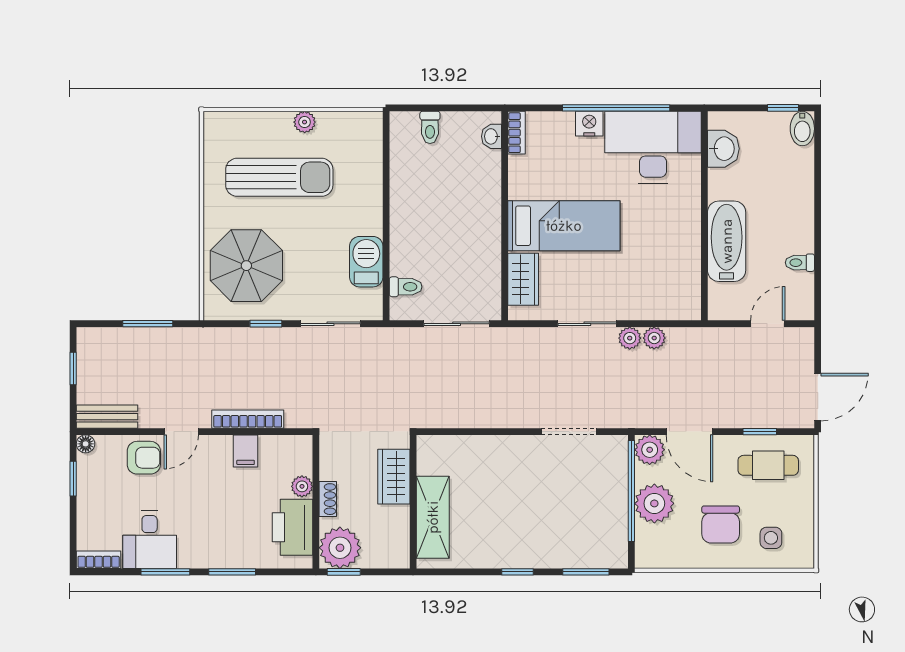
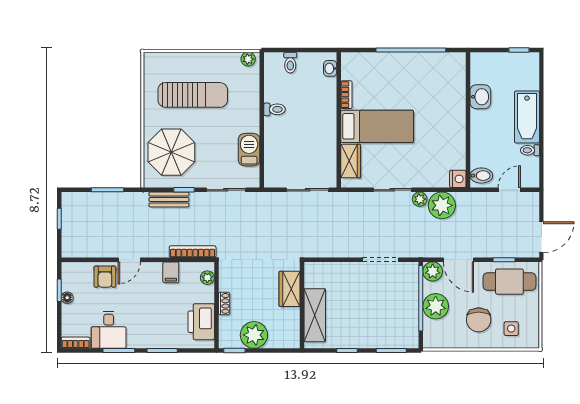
plant: (305, 122) -> (248, 59), moved
nightstand: (589, 124) -> (458, 179), moved, turned 90
bidet: (802, 129) -> (481, 176), moved, turned -90
bookcase: (517, 133) -> (346, 95), moved
desk: (653, 147) -> (435, 75), removed
washbasin: (723, 149) -> (480, 97), moved
bathtub: (727, 241) -> (527, 117), moved, turned 180
toilet: (406, 287) -> (275, 109), moved
plant: (654, 338) -> (442, 205), width x1.87, depth x1.87
bench: (107, 417) -> (169, 199), moved
bookcase: (248, 419) -> (193, 252), moved
floor lamp: (86, 444) -> (67, 298), moved
armchair: (144, 458) -> (105, 277), turned 90
cafe table: (768, 465) -> (509, 282), width x1.37, depth x1.35
wardrobe: (394, 477) -> (290, 289), moved
plant: (302, 486) -> (207, 278), moved
wall: (413, 502) -> (302, 305), moved
shelving: (433, 517) -> (315, 315), moved
plant: (340, 548) -> (254, 335), moved

